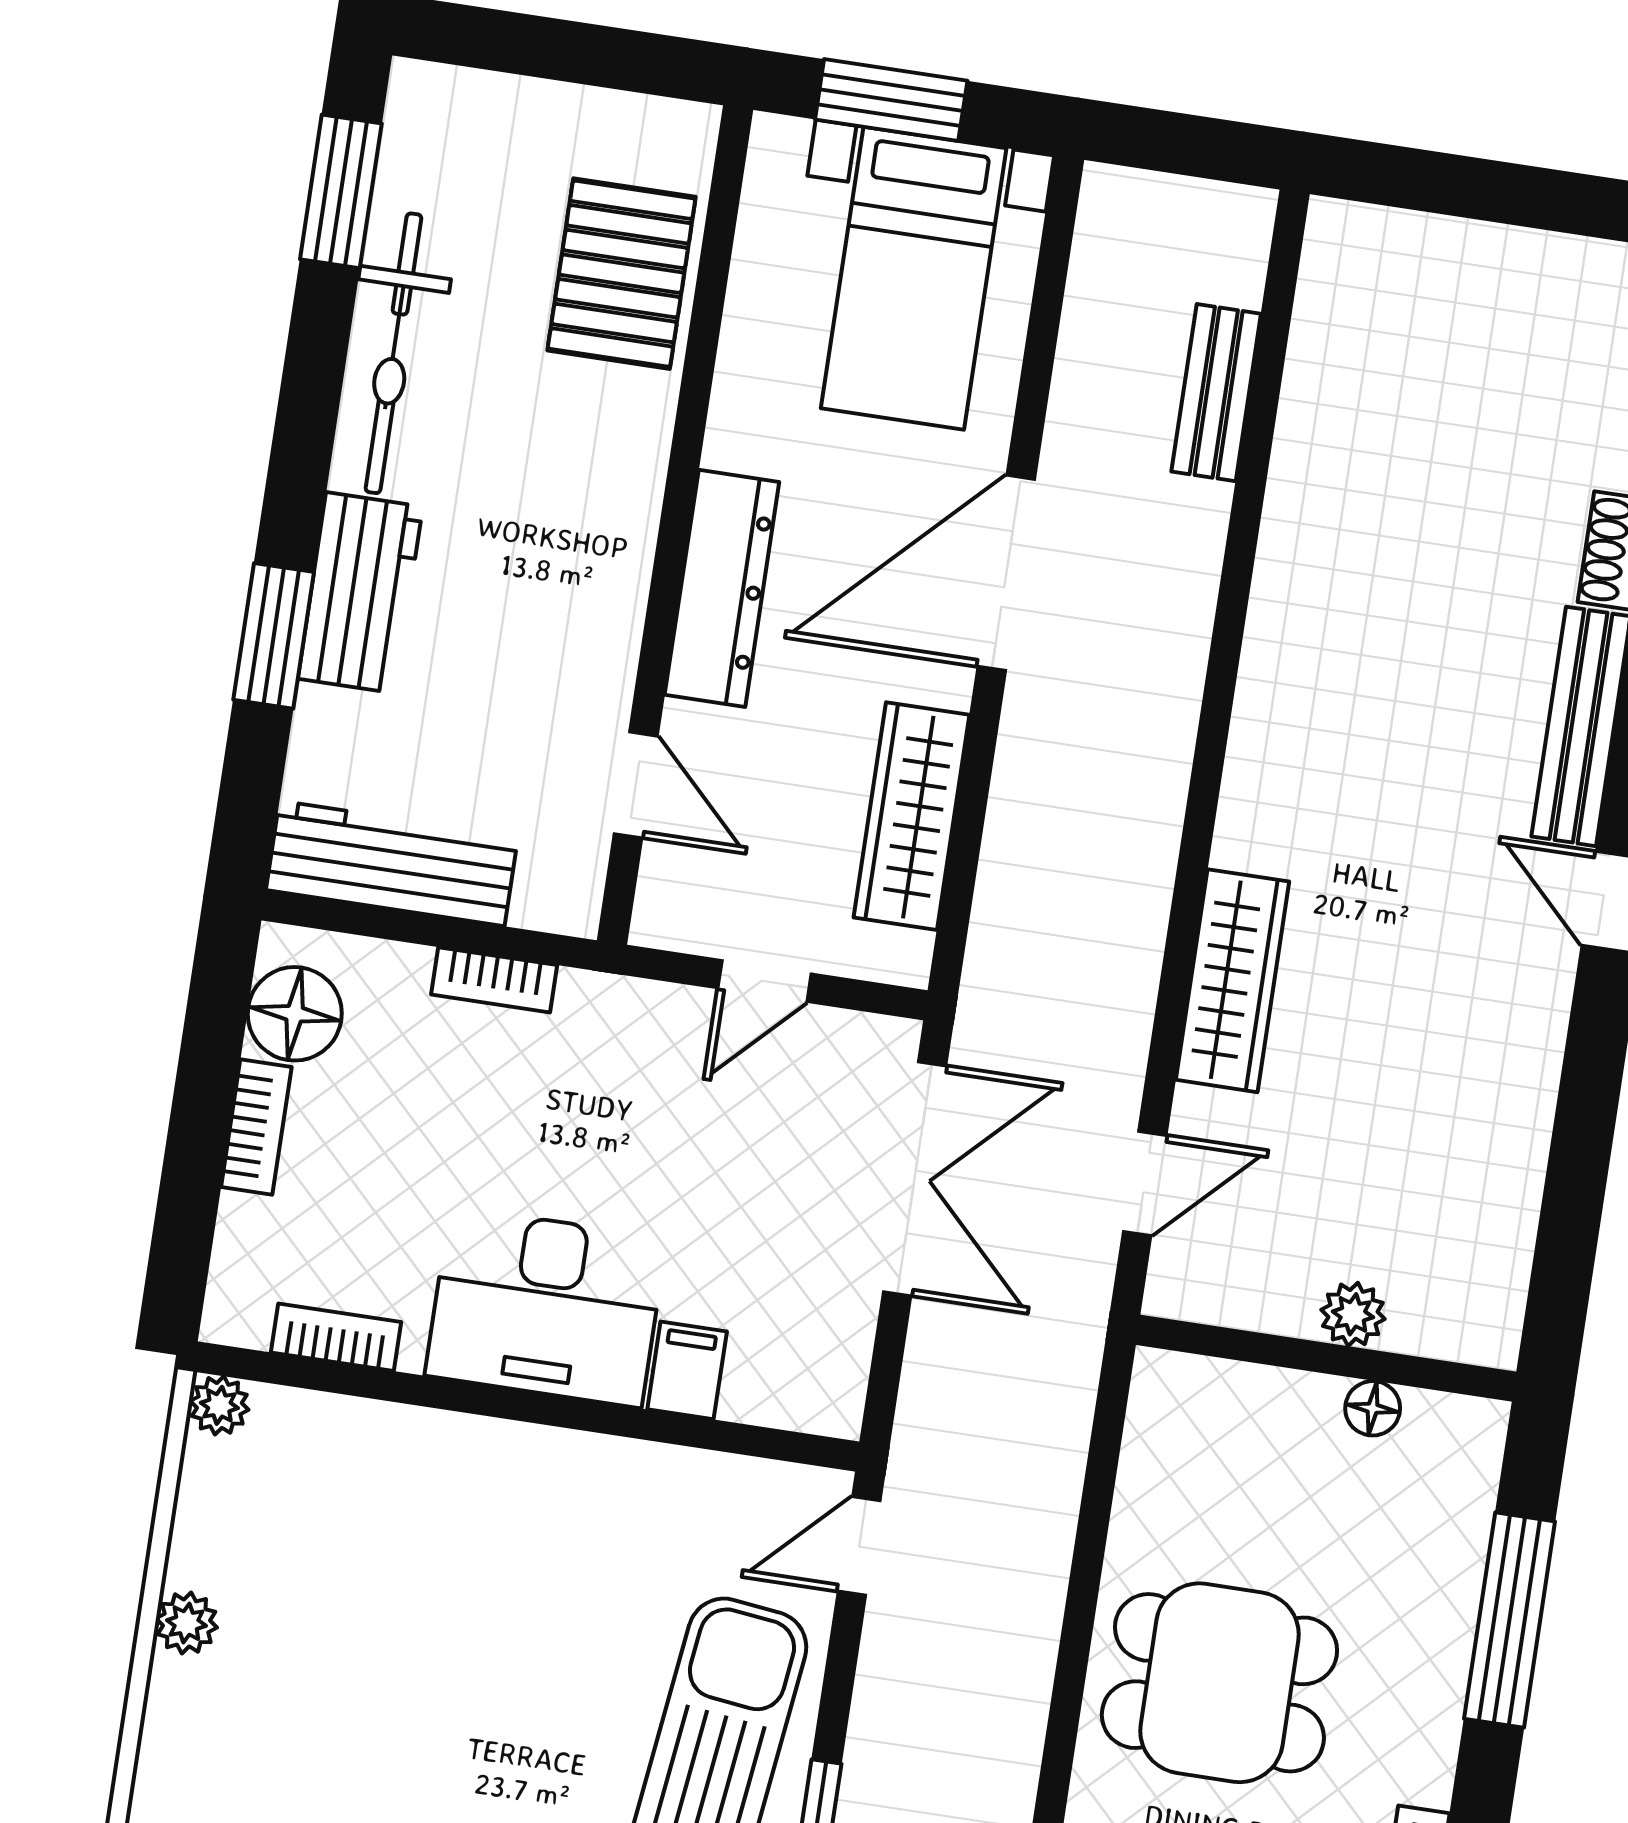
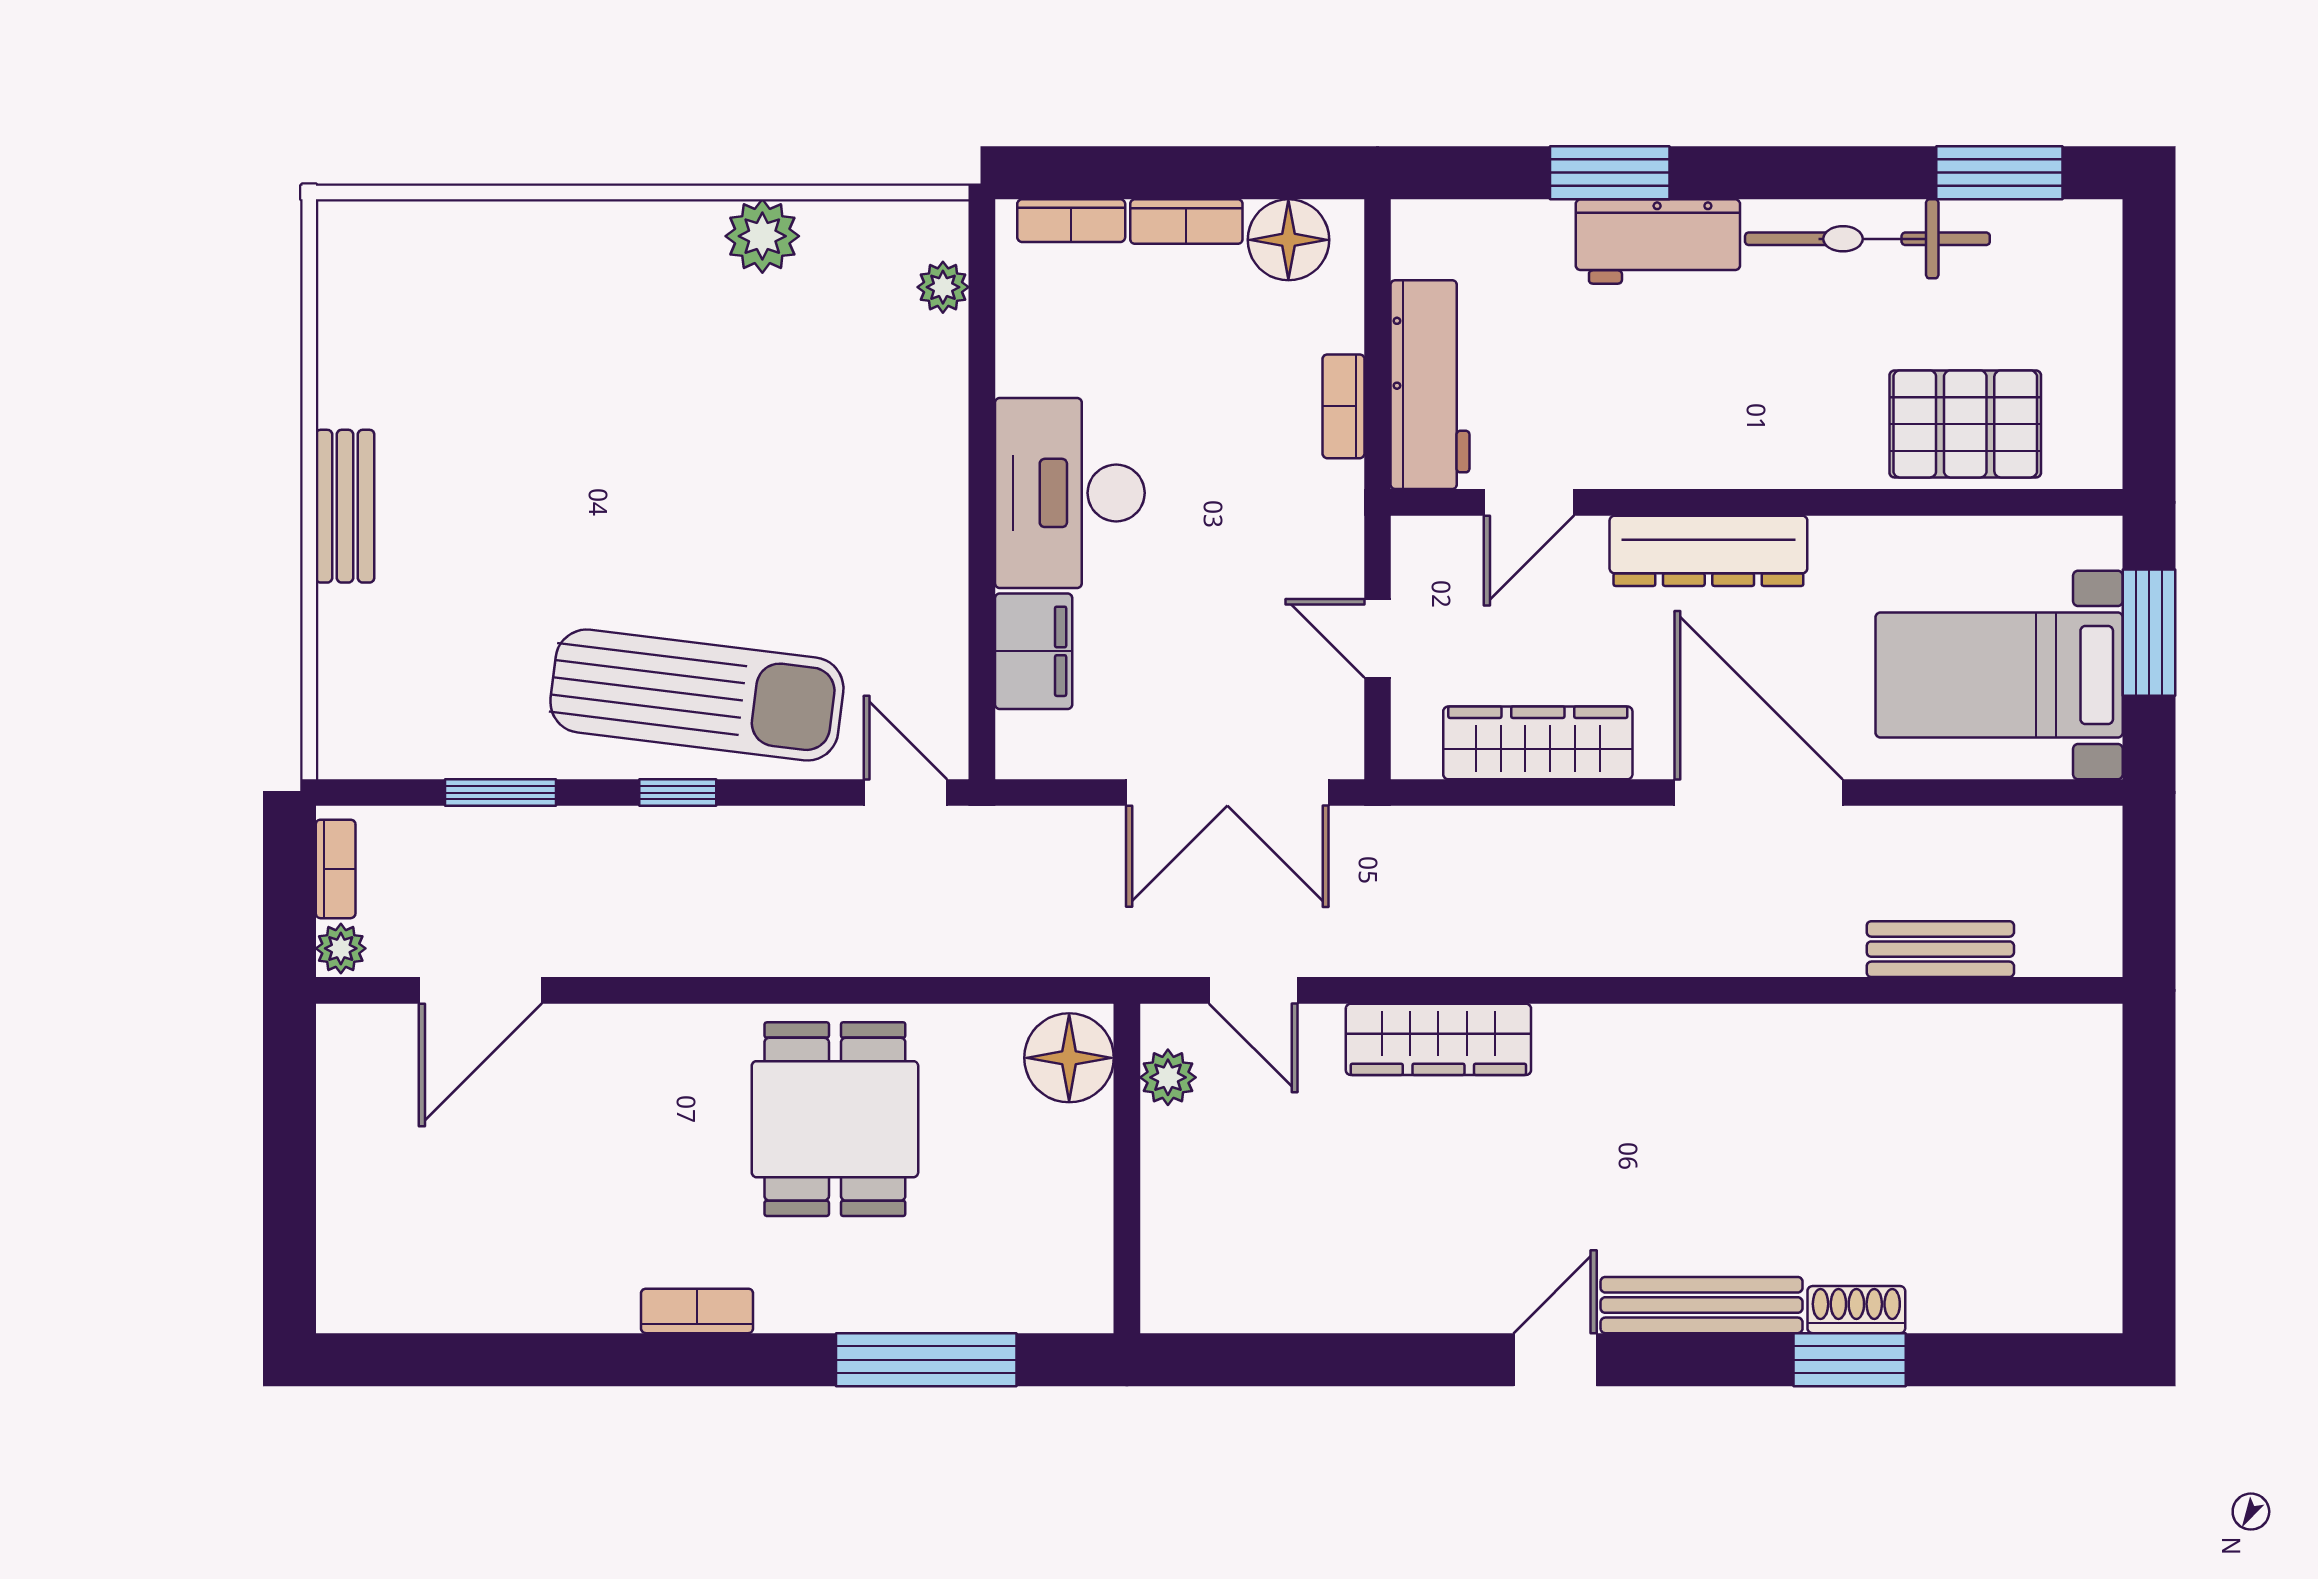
workbench: (392, 863) -> (1430, 385), moved
plant: (1353, 1314) -> (1168, 1077), moved
bookcase: (336, 1337) -> (1071, 221), moved, turned 90
filing cabinet: (687, 1370) -> (1034, 651), width x2.00
plant: (219, 1405) -> (943, 287), moved
floor lamp: (1373, 1408) -> (1069, 1058), moved, width x1.89, depth x1.89
plant: (186, 1623) -> (762, 236), width x1.38, depth x1.38

